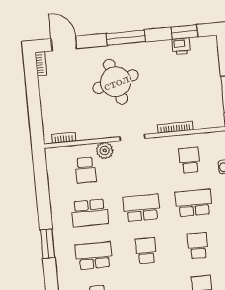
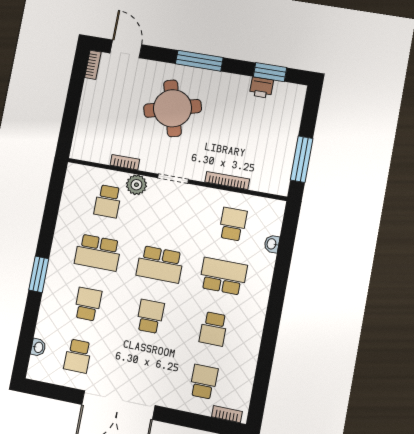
bookcase: (64, 138) -> (125, 162), moved
school desk: (142, 208) -> (160, 264), turned 180
school desk: (198, 246) -> (213, 329), turned 180
school desk: (94, 256) -> (88, 304), width x0.54

